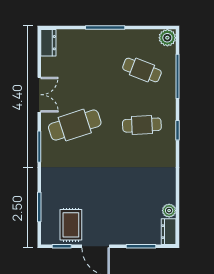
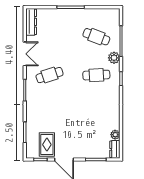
plant: (167, 38) -> (114, 58), moved
dresser: (48, 43) -> (31, 22), width x1.44
cafe table: (75, 125) -> (50, 75), width x0.73, depth x0.74

